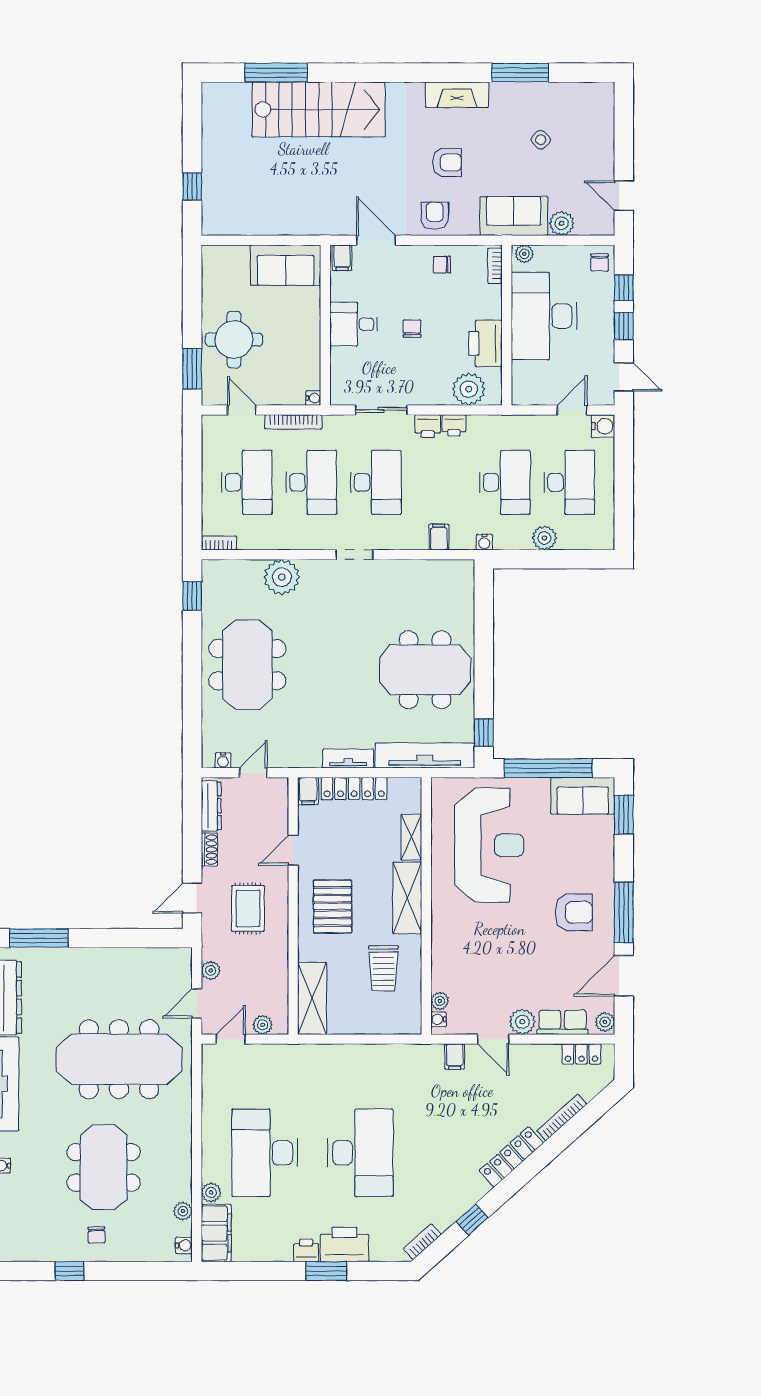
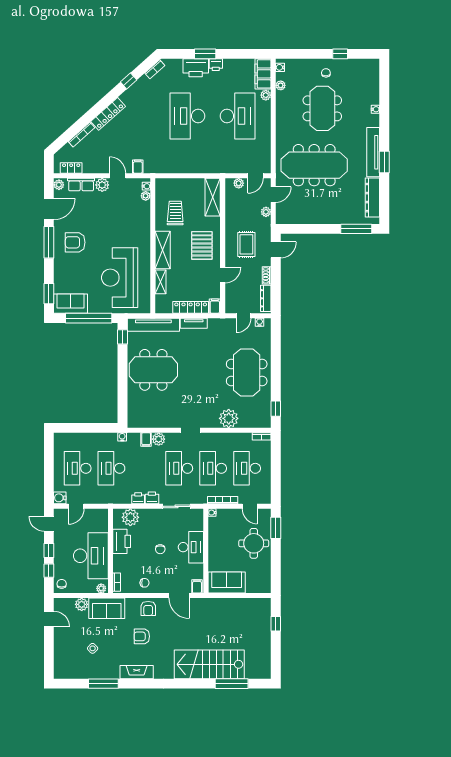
desk: (354, 324) -> (191, 547), width x1.37
plant: (544, 538) -> (159, 439), moved

